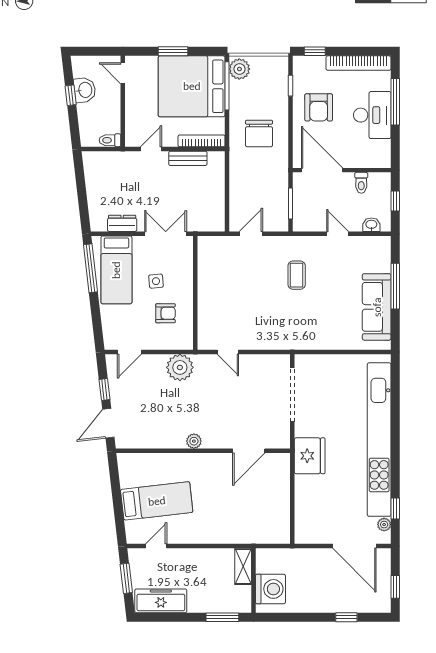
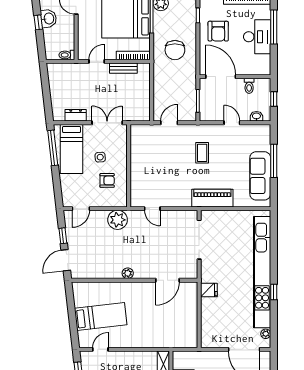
piano: (311, 338) -> (212, 198), added
fridge: (310, 456) -> (209, 290), width x0.53, depth x0.75
window: (395, 509) -> (274, 292), moved

